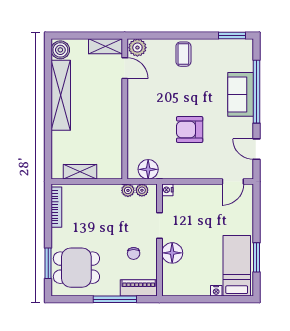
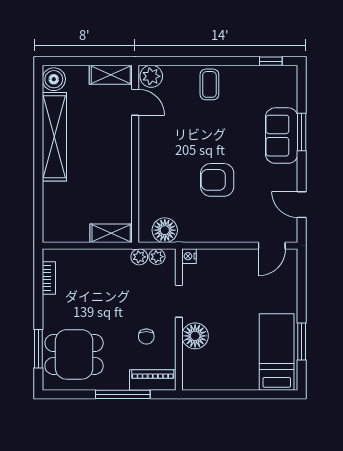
window: (232, 36) -> (271, 61), width x0.67
window: (256, 92) -> (302, 132), width x0.47
shelving: (80, 172) -> (111, 233), moved
bookcase: (56, 207) -> (49, 278), width x0.64
nightstand: (216, 291) -> (251, 384), removed

